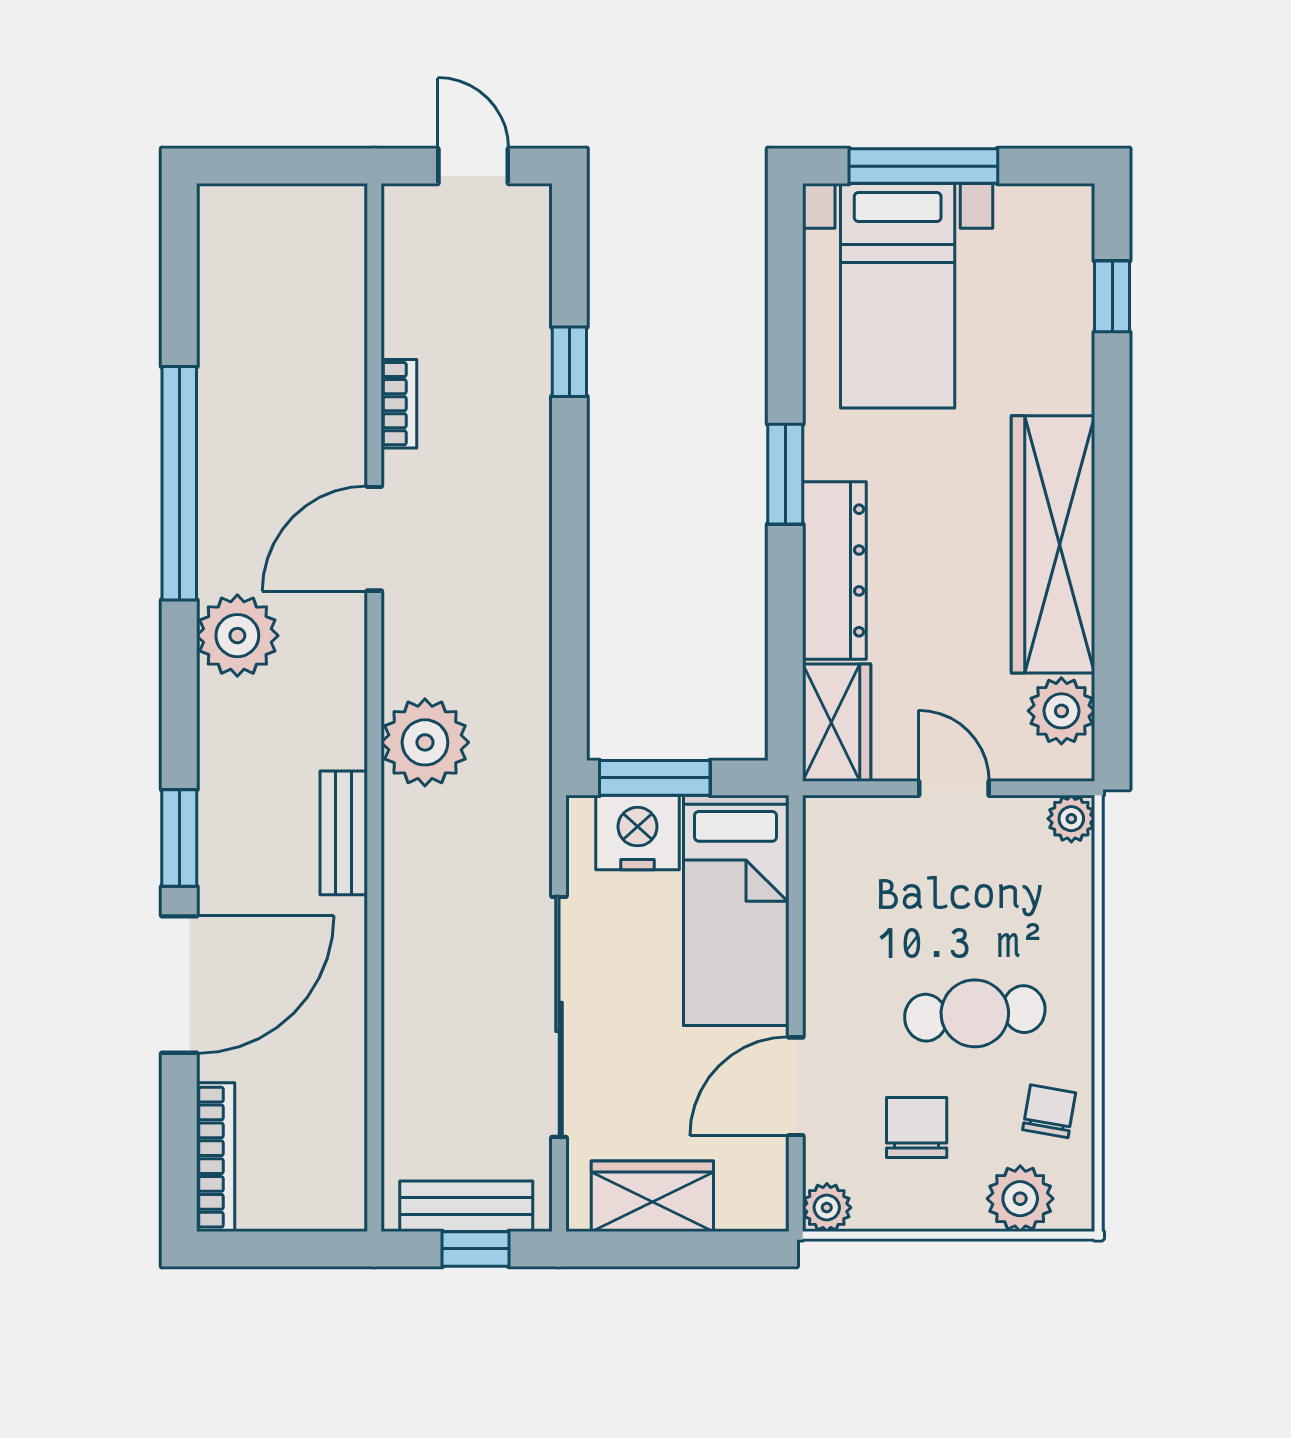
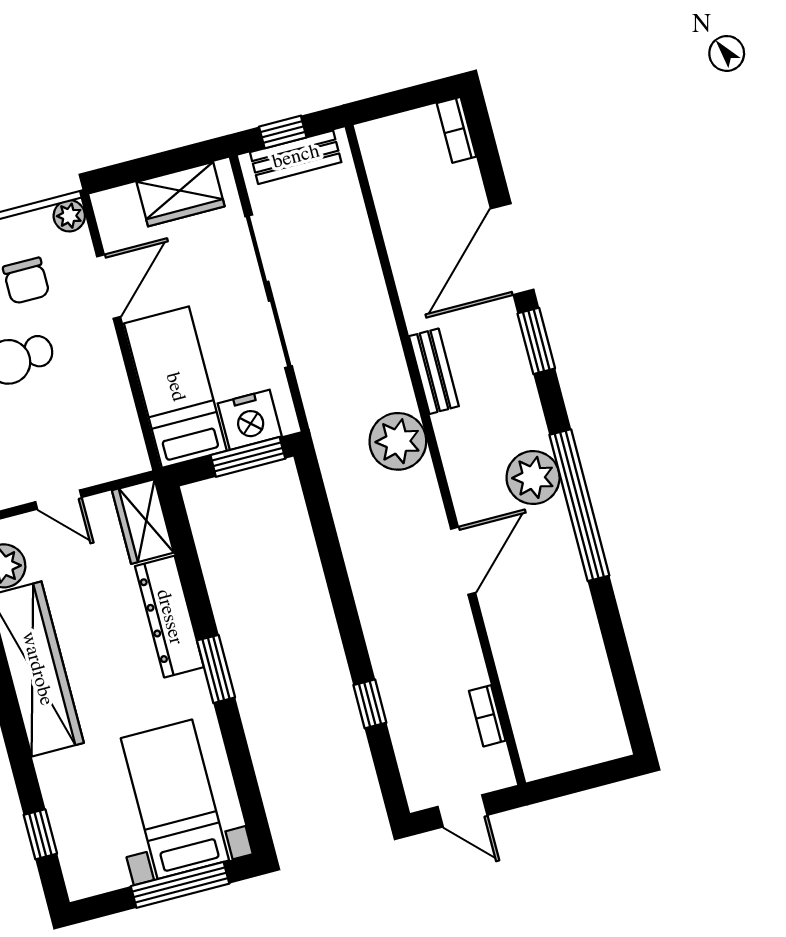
bookcase: (399, 404) -> (487, 716), moved
window: (179, 483) -> (579, 505), moved
bookcase: (216, 1157) -> (457, 130), width x0.64

